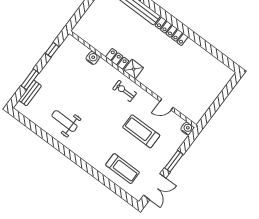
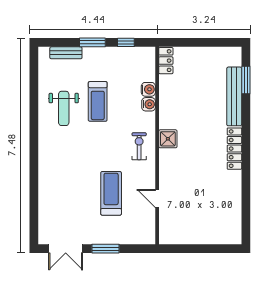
locker: (117, 59) -> (166, 61), moved
window: (30, 79) -> (92, 42), moved
weight bench: (64, 121) -> (64, 108), turned 180
water cooler: (187, 128) -> (149, 104), moved
treadmill: (123, 169) -> (98, 101), moved

